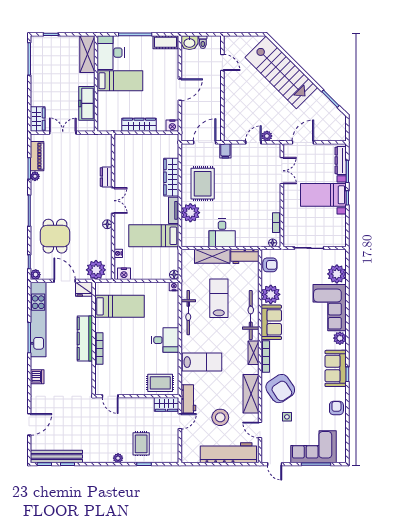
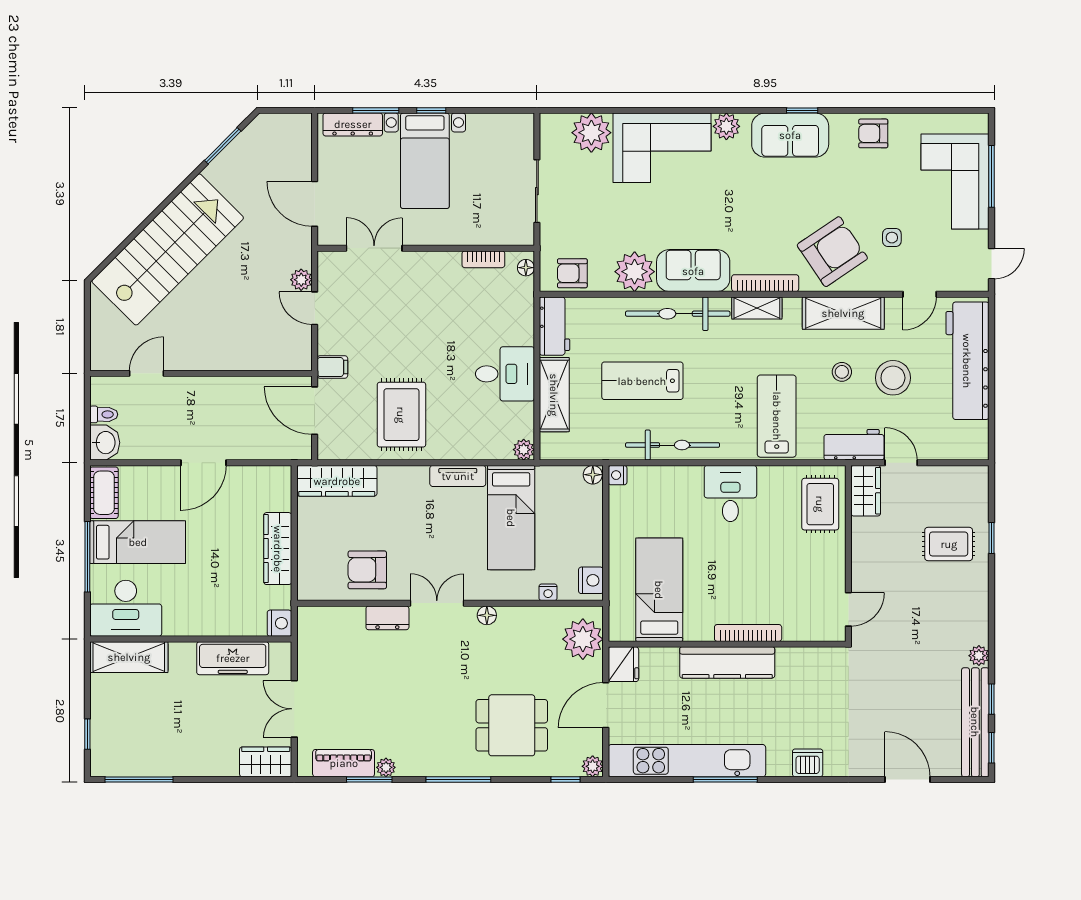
bed: (120, 81) -> (138, 542), moved, turned 90
door: (180, 90) -> (203, 463), swing flipped
nightstand: (172, 126) -> (279, 623), moved
armchair: (129, 167) -> (367, 570), added
wardrobe: (171, 177) -> (337, 481), moved
rug: (203, 184) -> (401, 415), turned 90
plant: (190, 213) -> (524, 450), moved, width x0.53, depth x0.53
armchair: (270, 265) -> (572, 273), turned -90
stool: (223, 393) -> (842, 372), added
plant: (118, 458) -> (979, 656), moved

